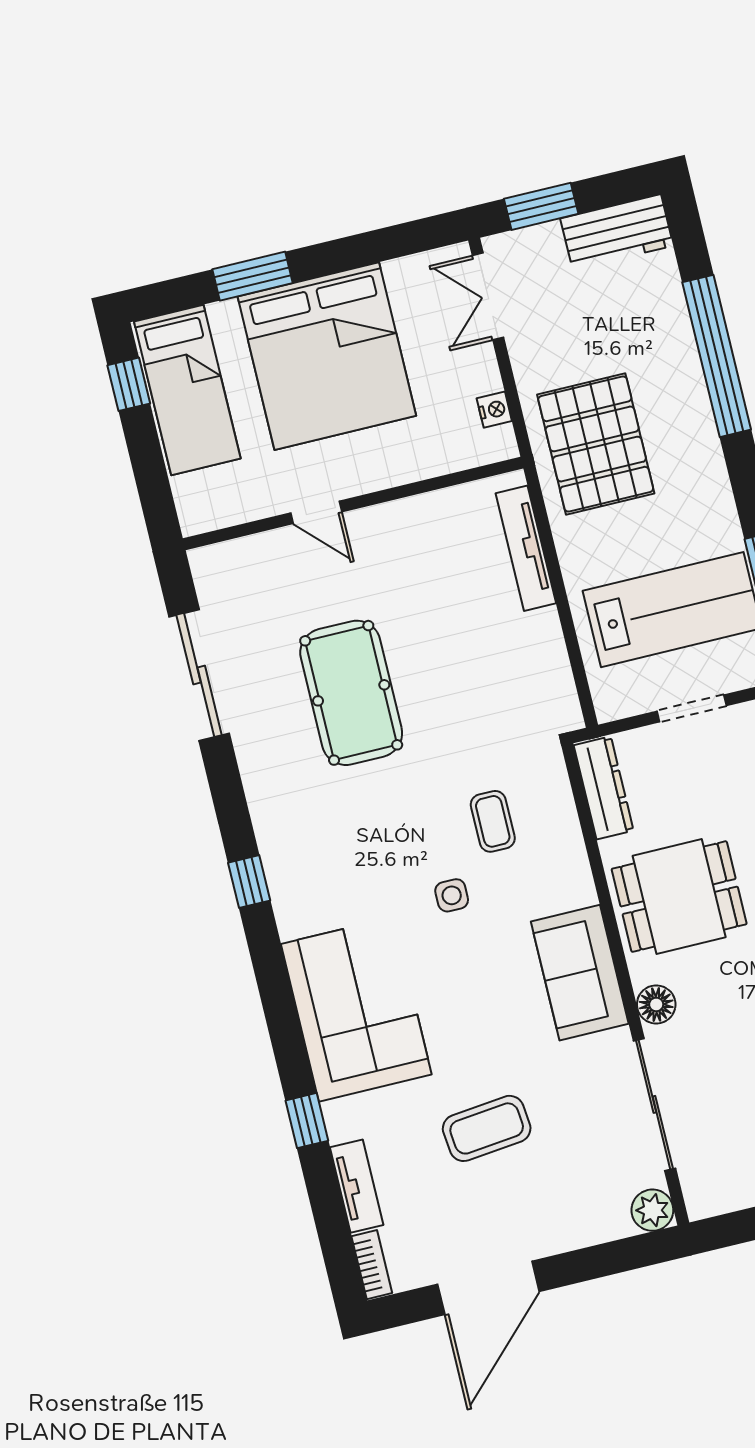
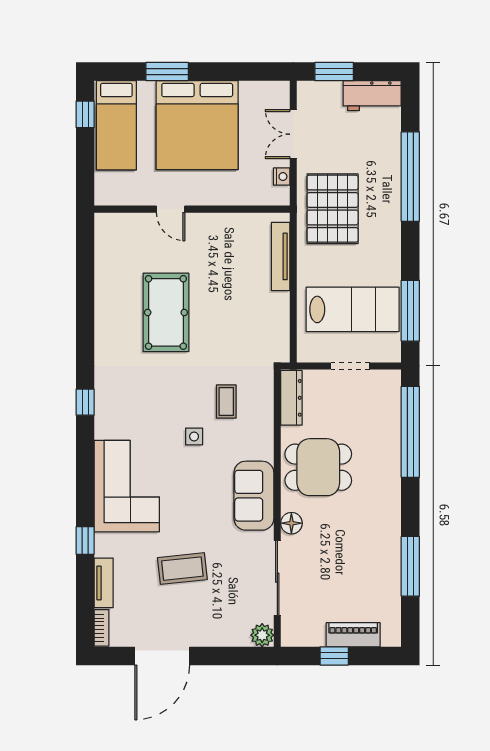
double door: (488, 296) -> (293, 134), moved
sliding door: (199, 675) -> (85, 283), removed

